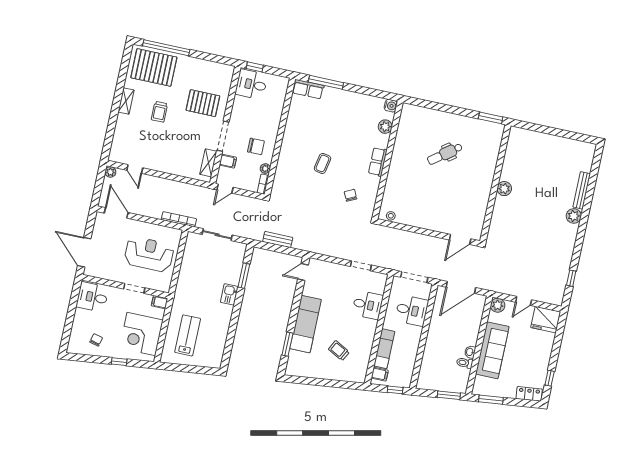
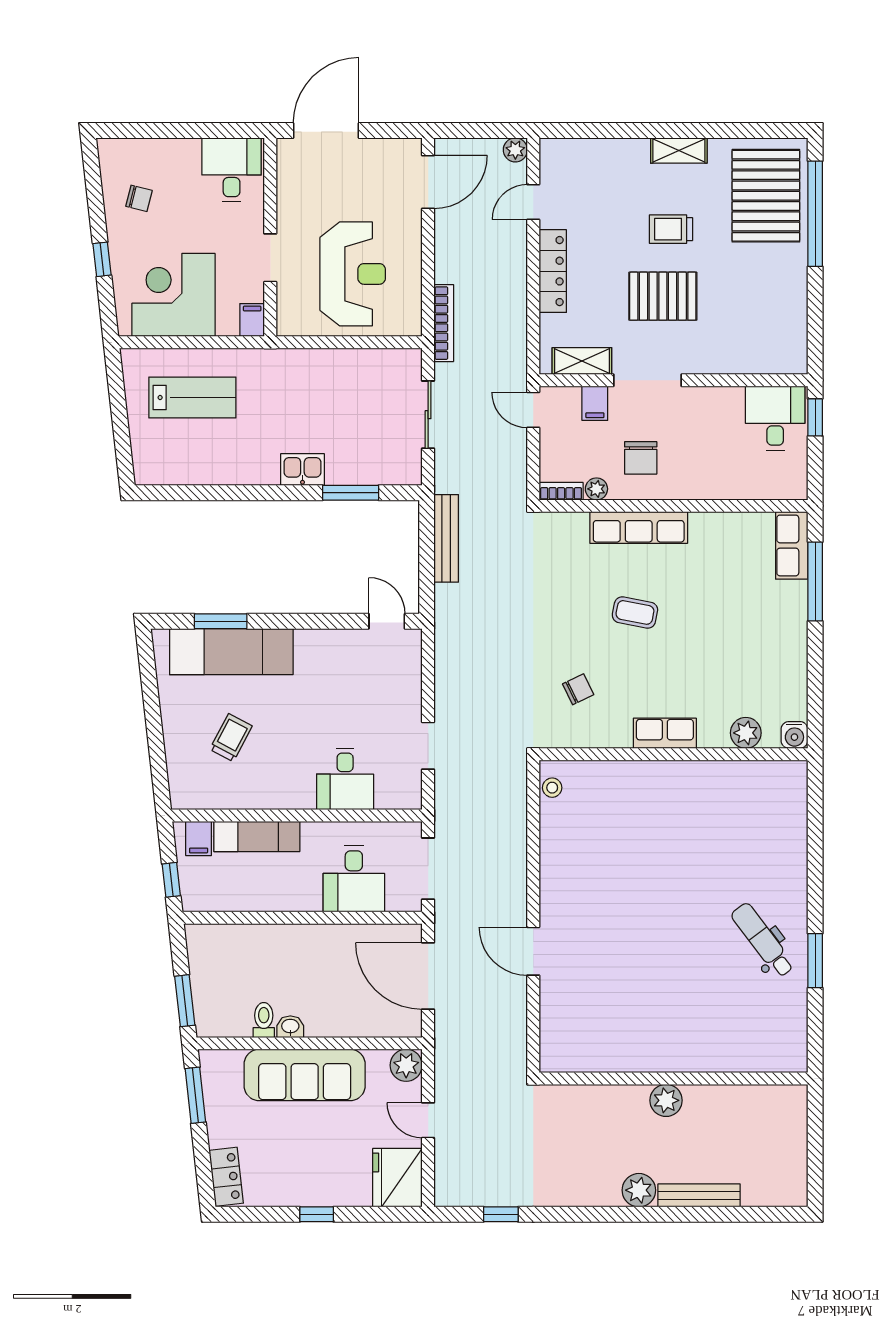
pallet: (203, 103) -> (663, 296), moved, turned 90
row of seats: (286, 154) -> (639, 528), added
dental chair: (445, 154) -> (763, 940), moved
locker: (167, 167) -> (553, 271), added
wall: (495, 183) -> (673, 1078), moved
plant: (504, 189) -> (666, 1100), moved
bench: (278, 240) -> (446, 538), width x1.36
exam couch: (306, 324) -> (231, 652), moved
window: (550, 378) -> (317, 1214), moved

